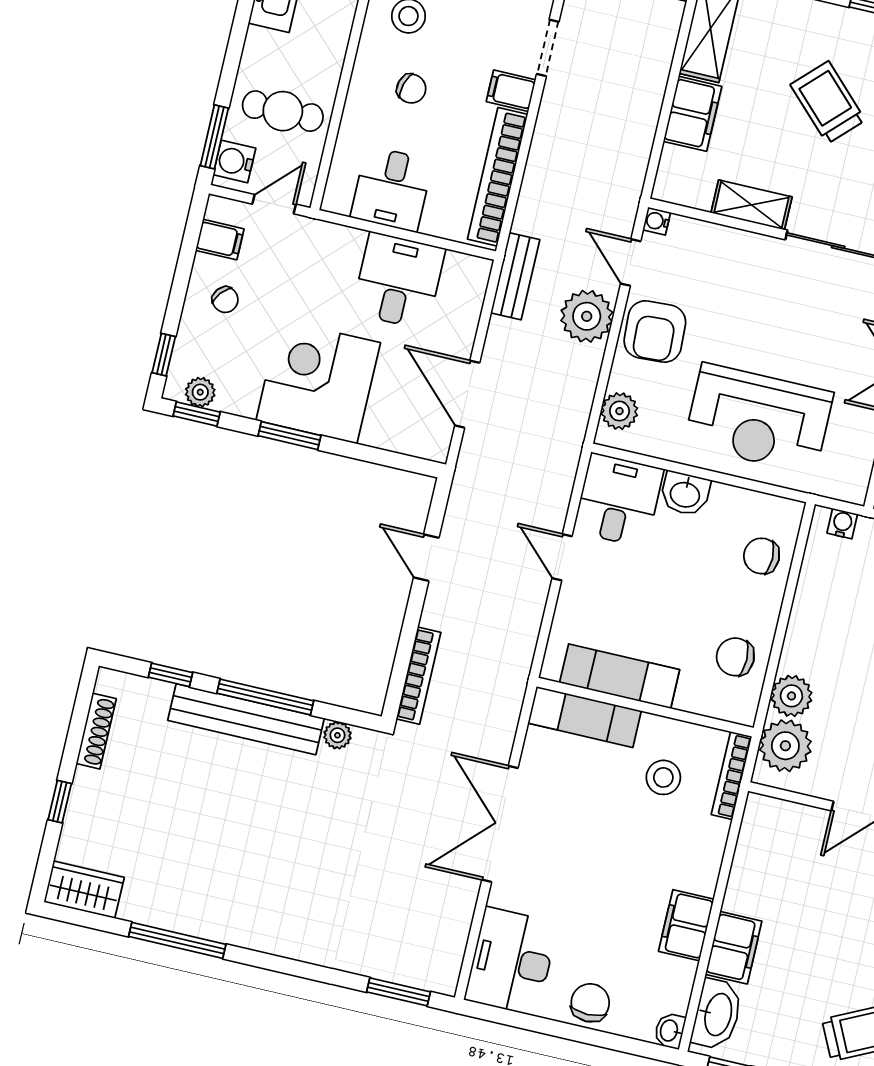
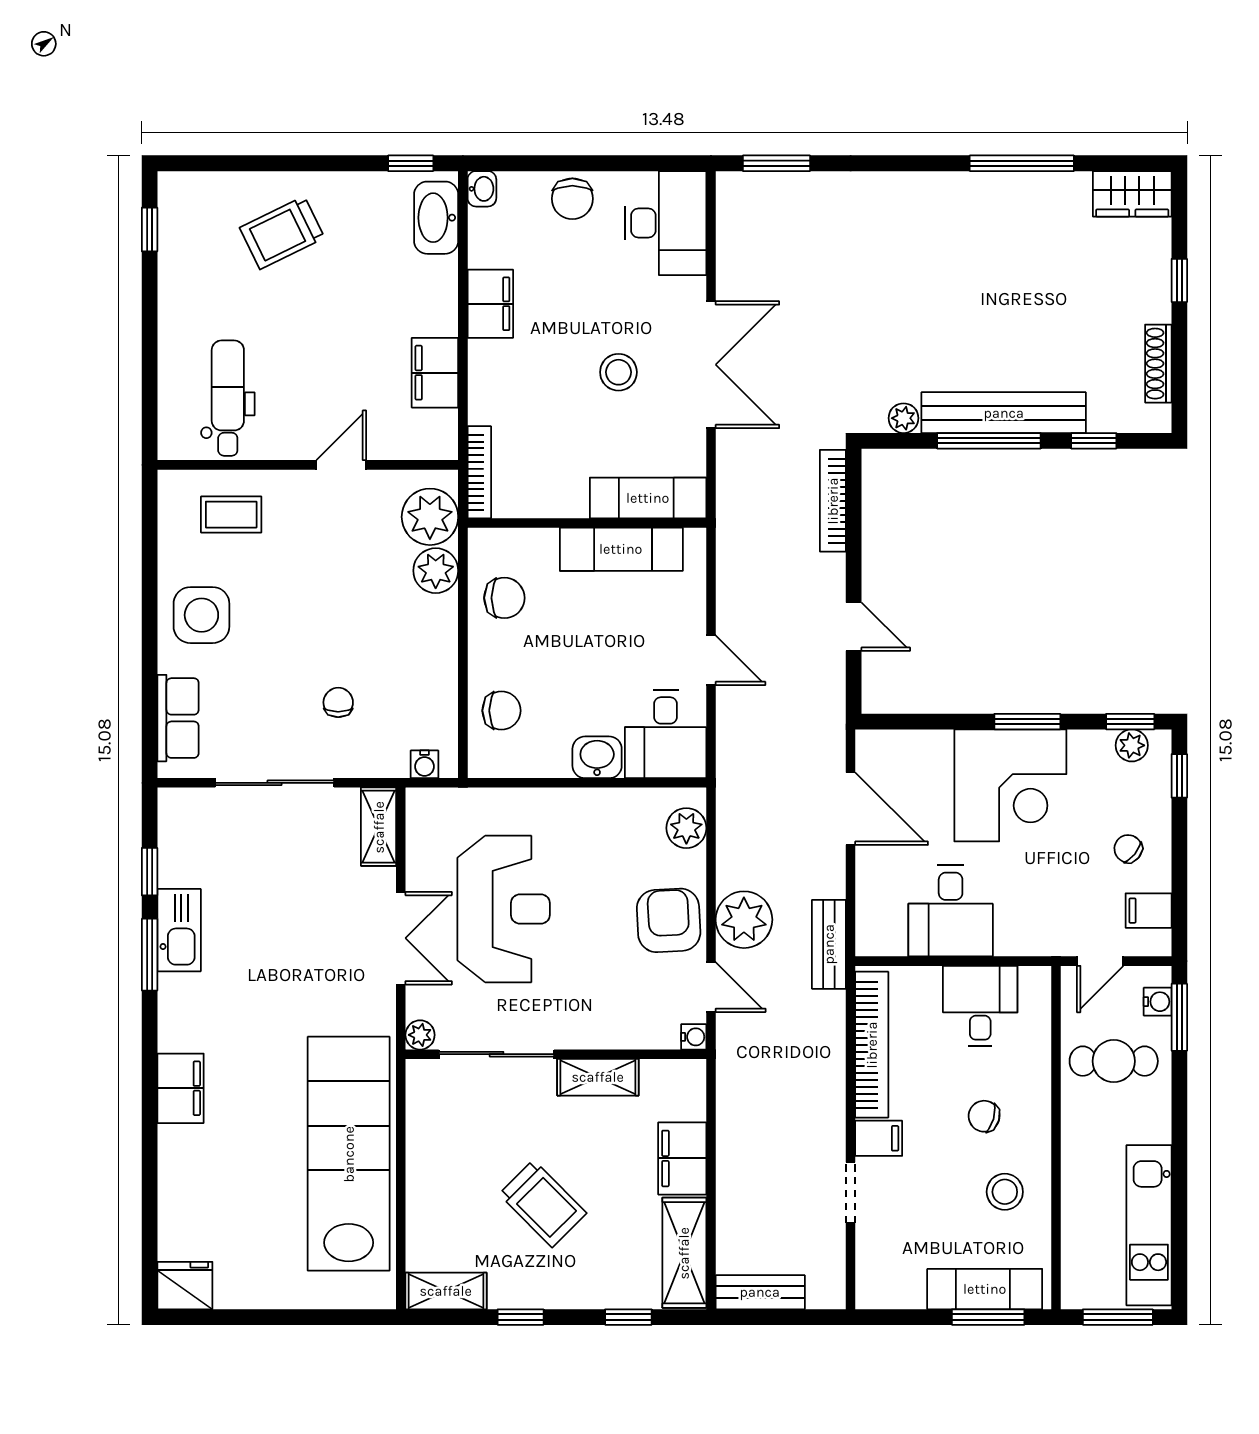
water cooler: (234, 161) -> (1158, 1002), width x0.72, depth x0.72
reception desk: (759, 419) -> (504, 909), moved, turned 90
stool: (663, 777) -> (618, 372), moved
filing cabinet: (734, 948) -> (435, 373), moved

